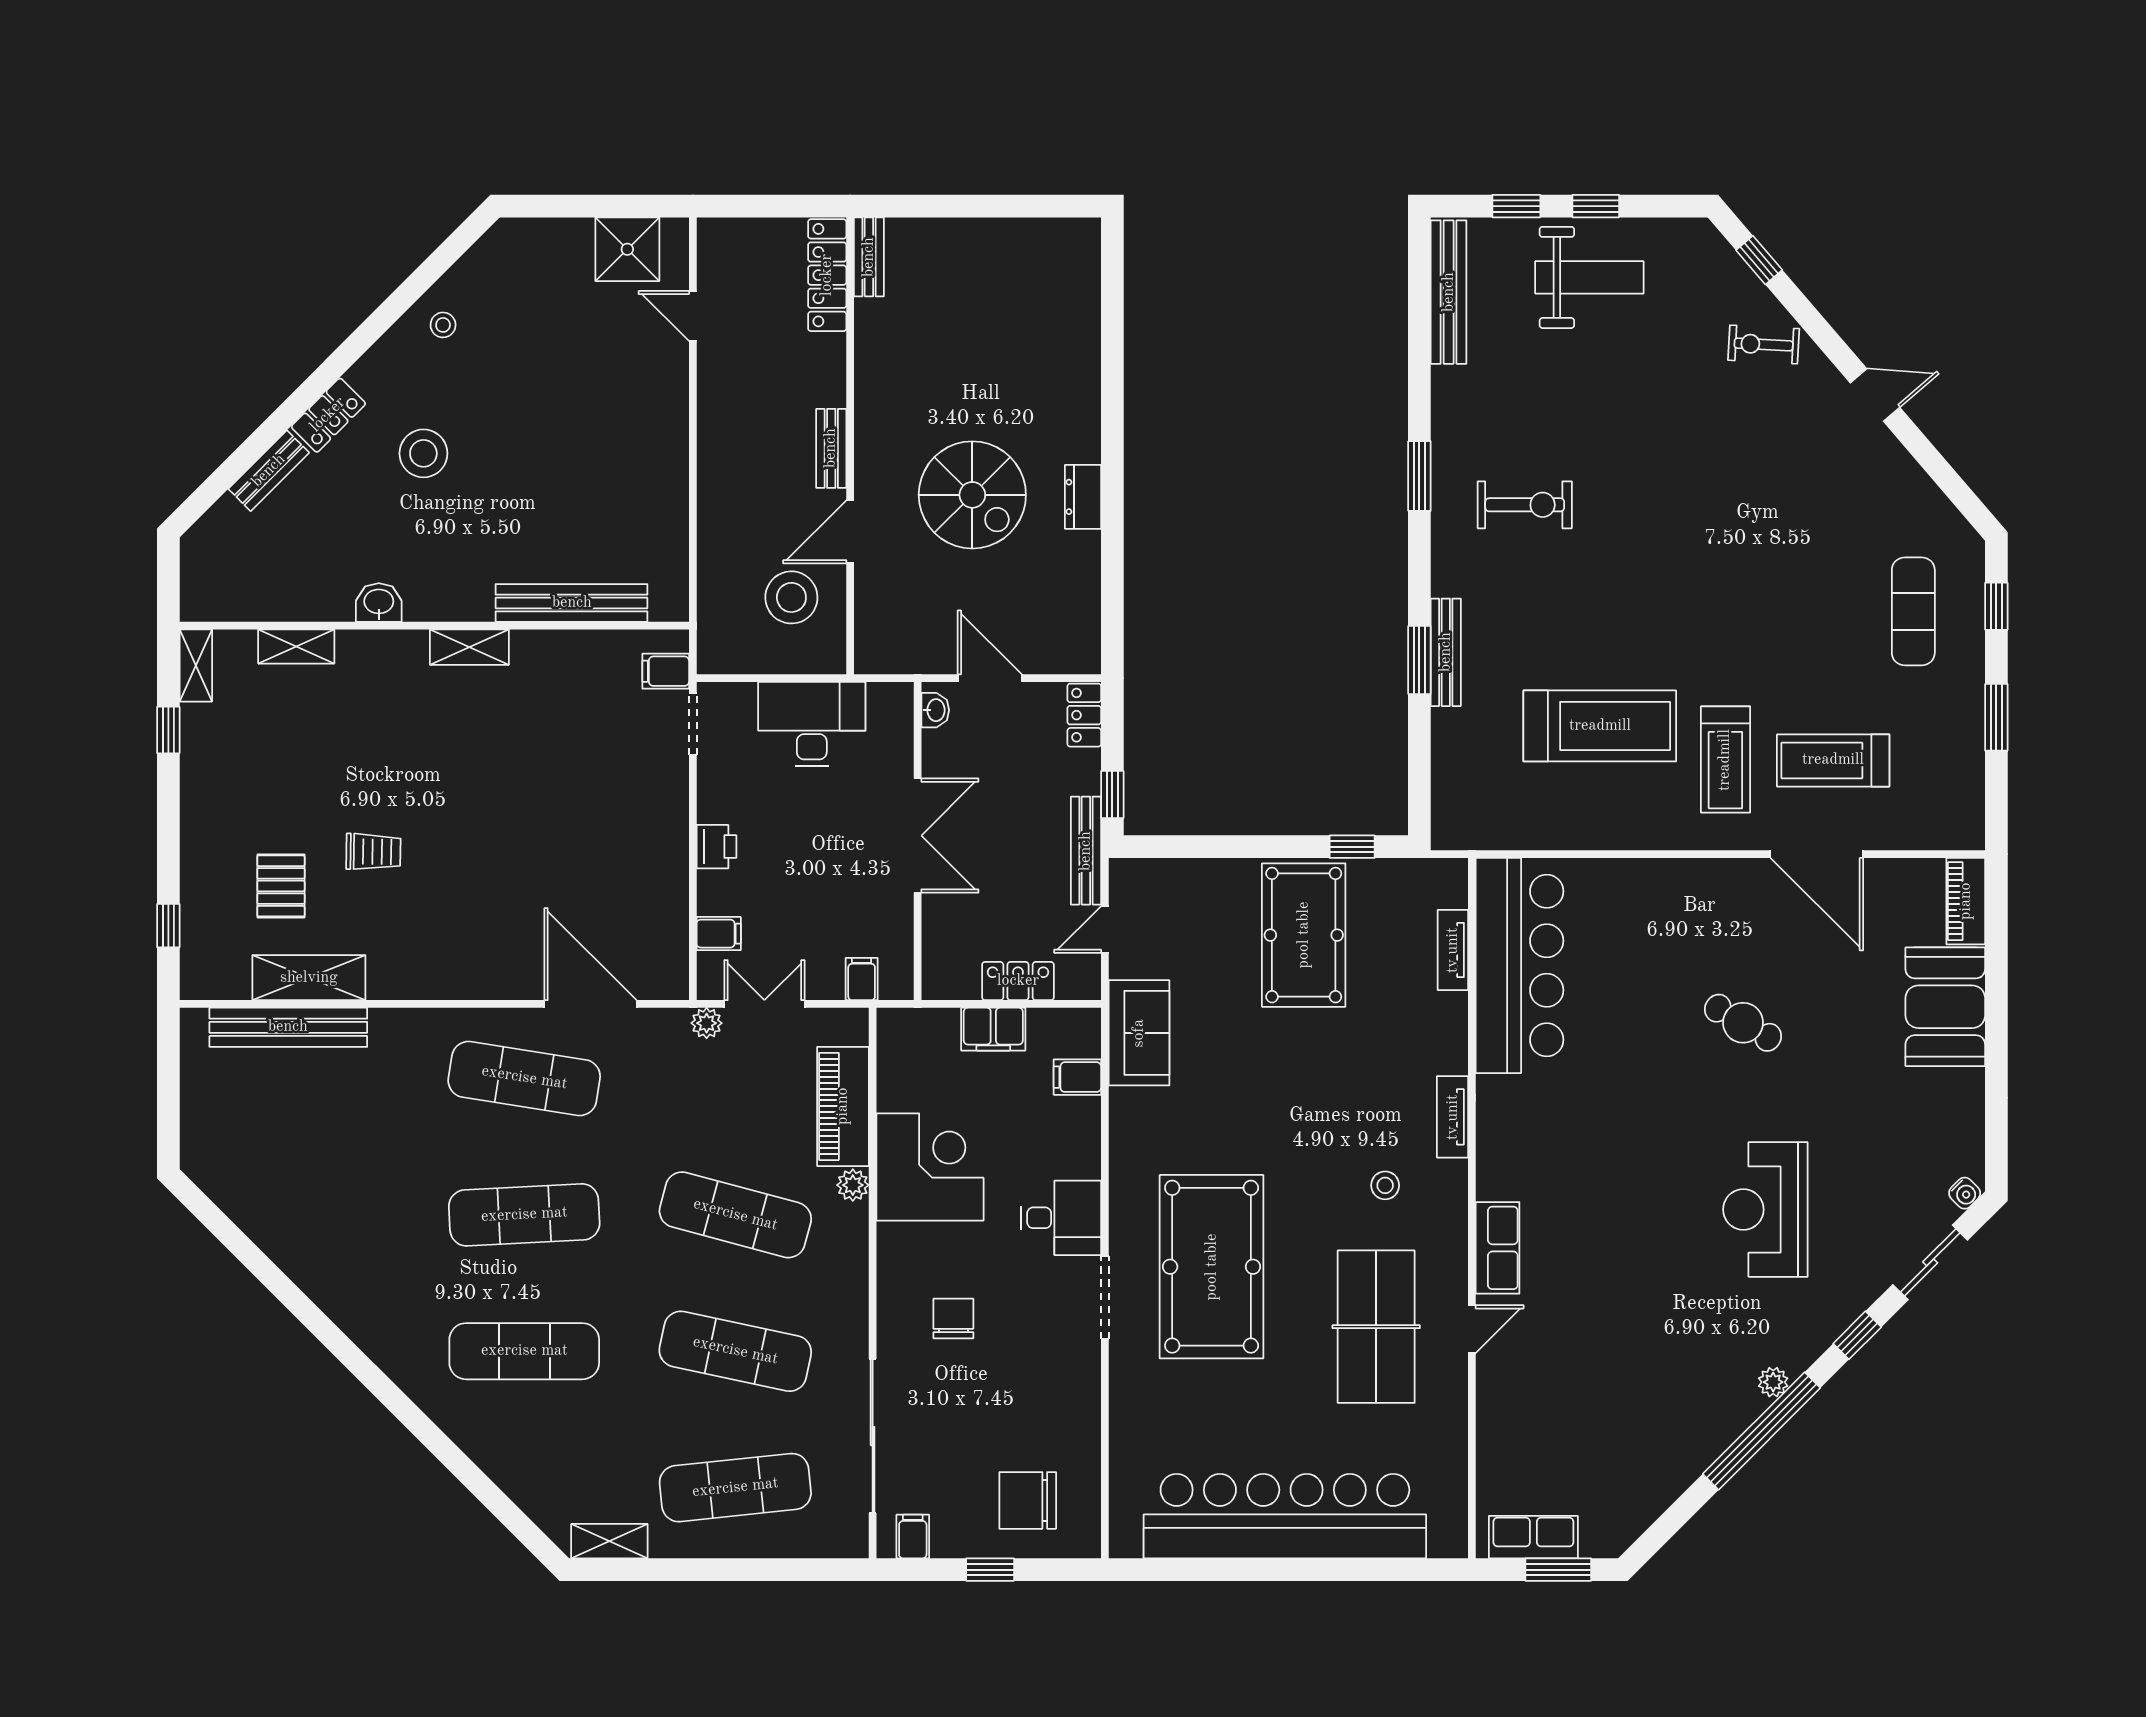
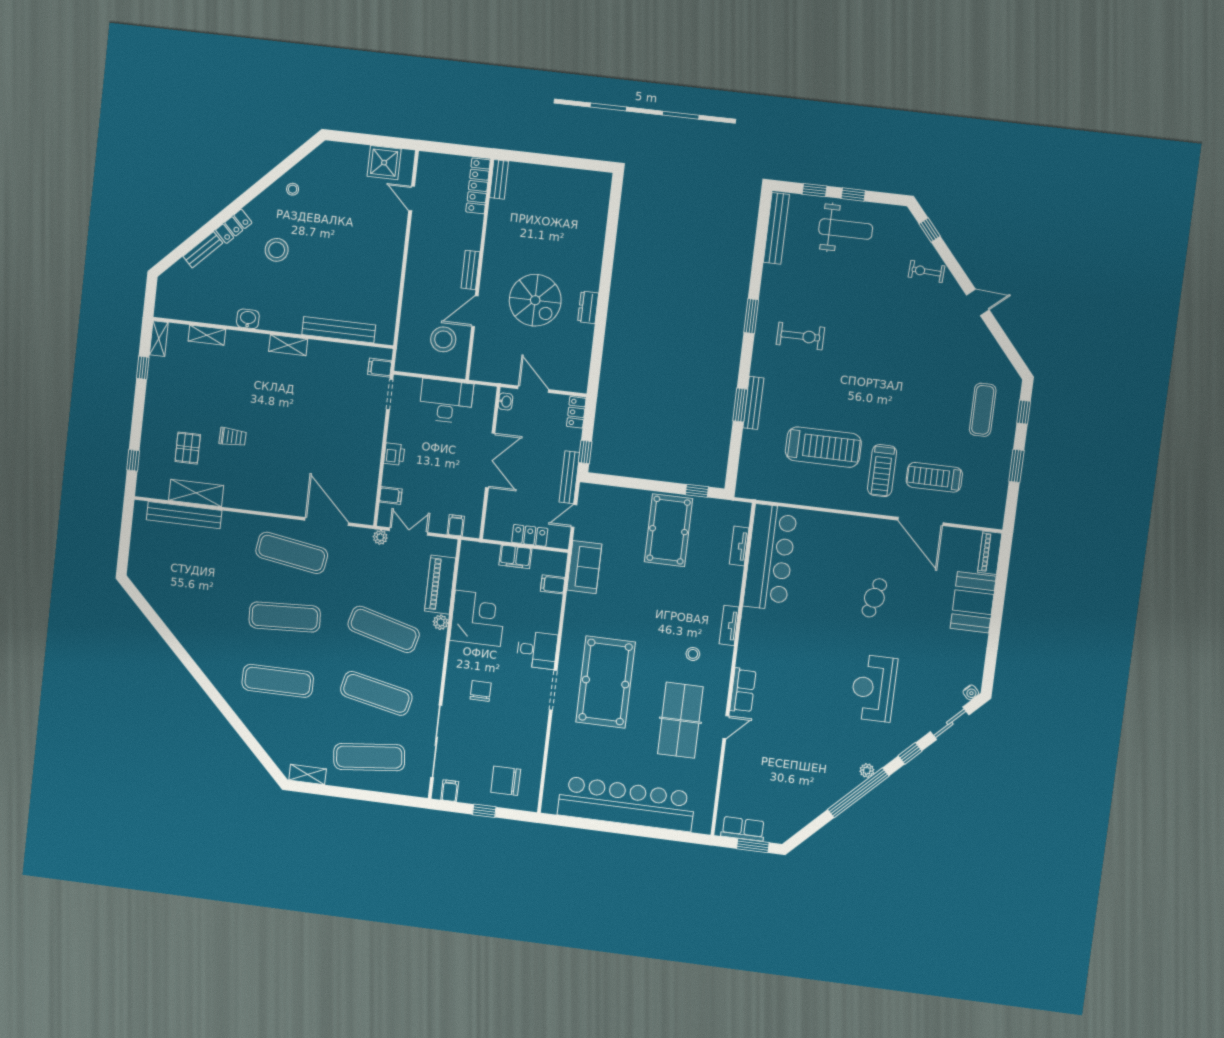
cafe table: (1743, 1023) -> (874, 598), turned 75

